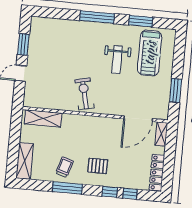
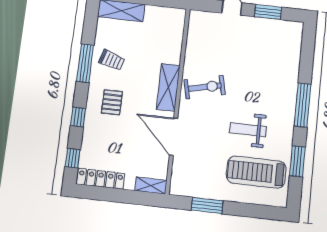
shelving: (43, 118) -> (168, 87), moved
door: (138, 119) -> (174, 137), moved
window: (130, 194) -> (73, 158), moved

